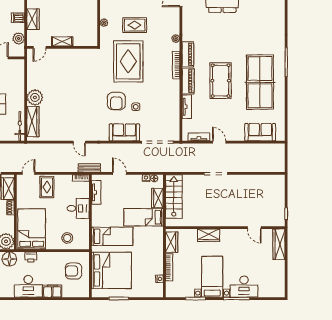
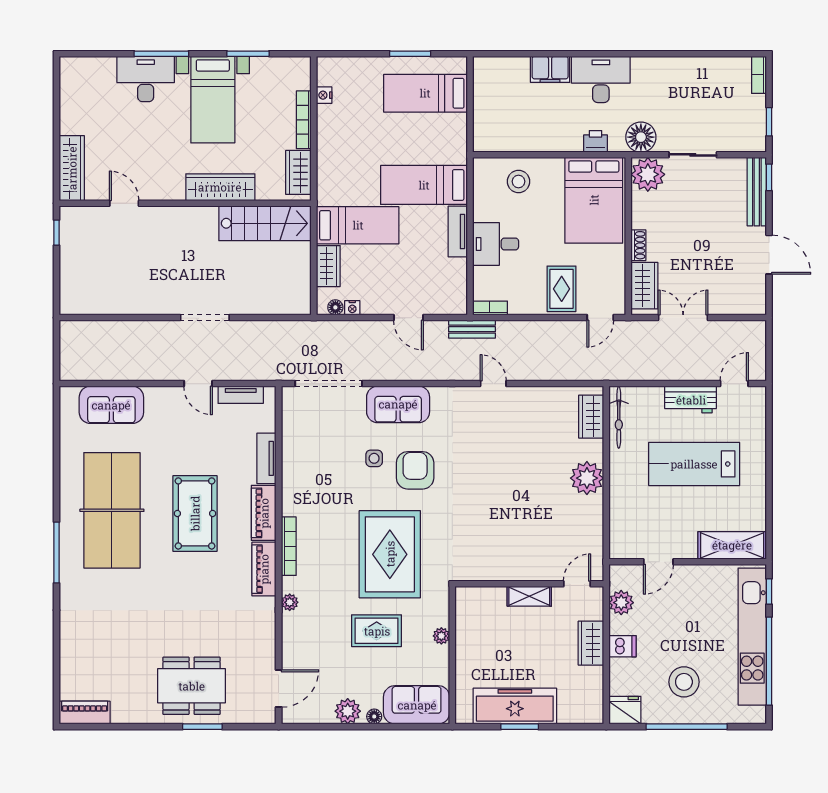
wardrobe: (33, 121) -> (591, 417), width x0.67
tv unit: (96, 192) -> (458, 232), moved
stairs: (174, 197) -> (265, 223), moved, turned -90
wardrobe: (209, 235) -> (220, 187), width x1.50
bed: (111, 270) -> (425, 93), width x0.49
armchair: (74, 271) -> (505, 112), removed

